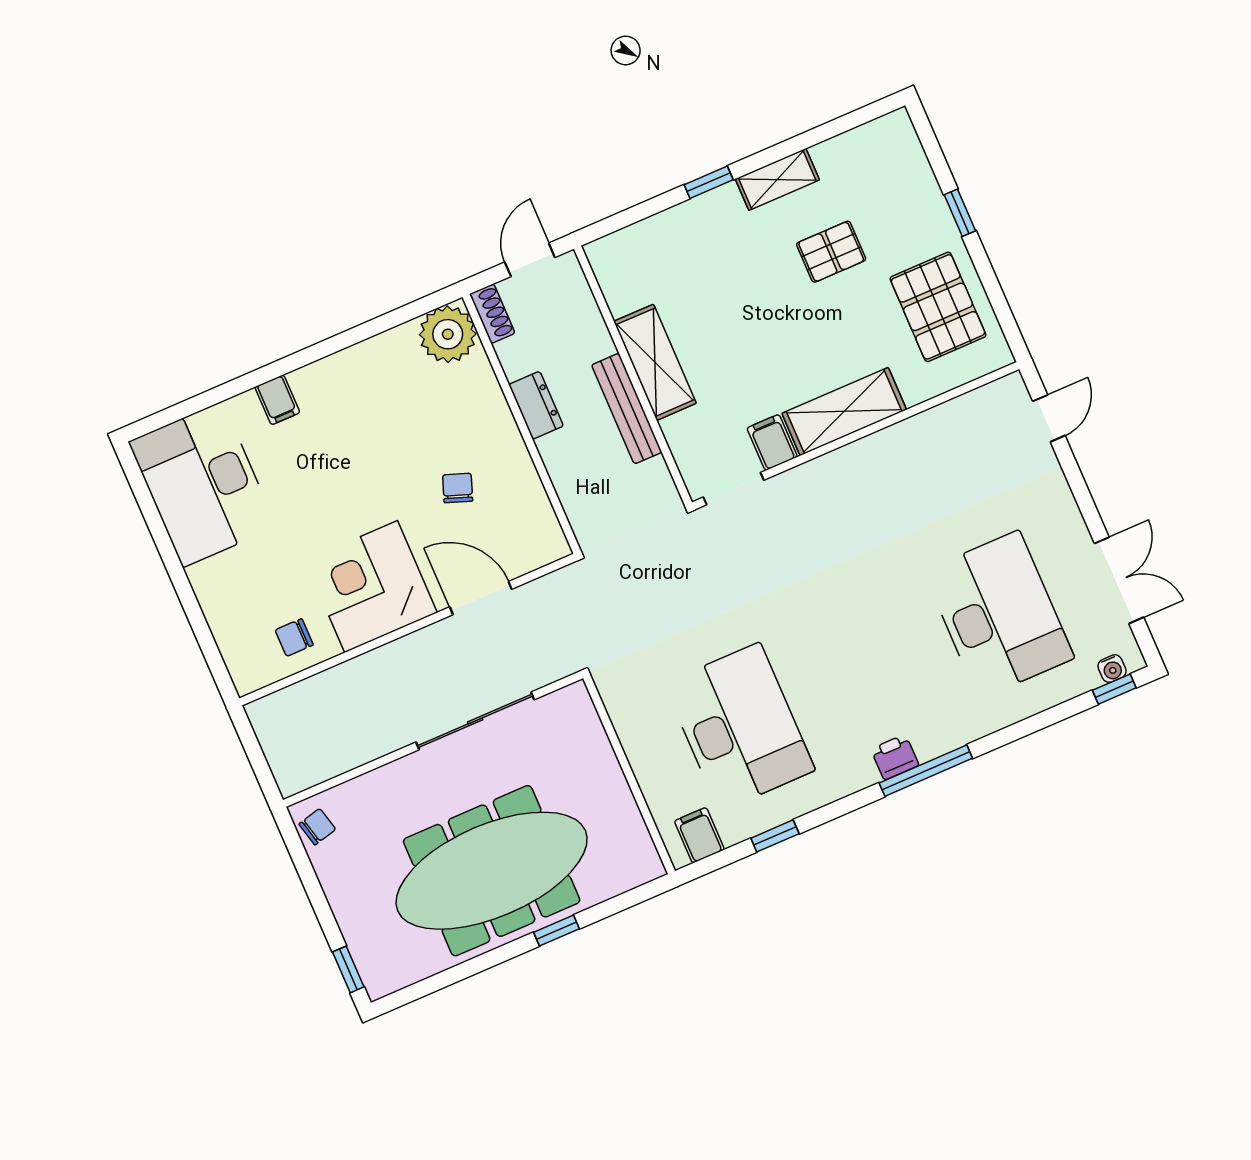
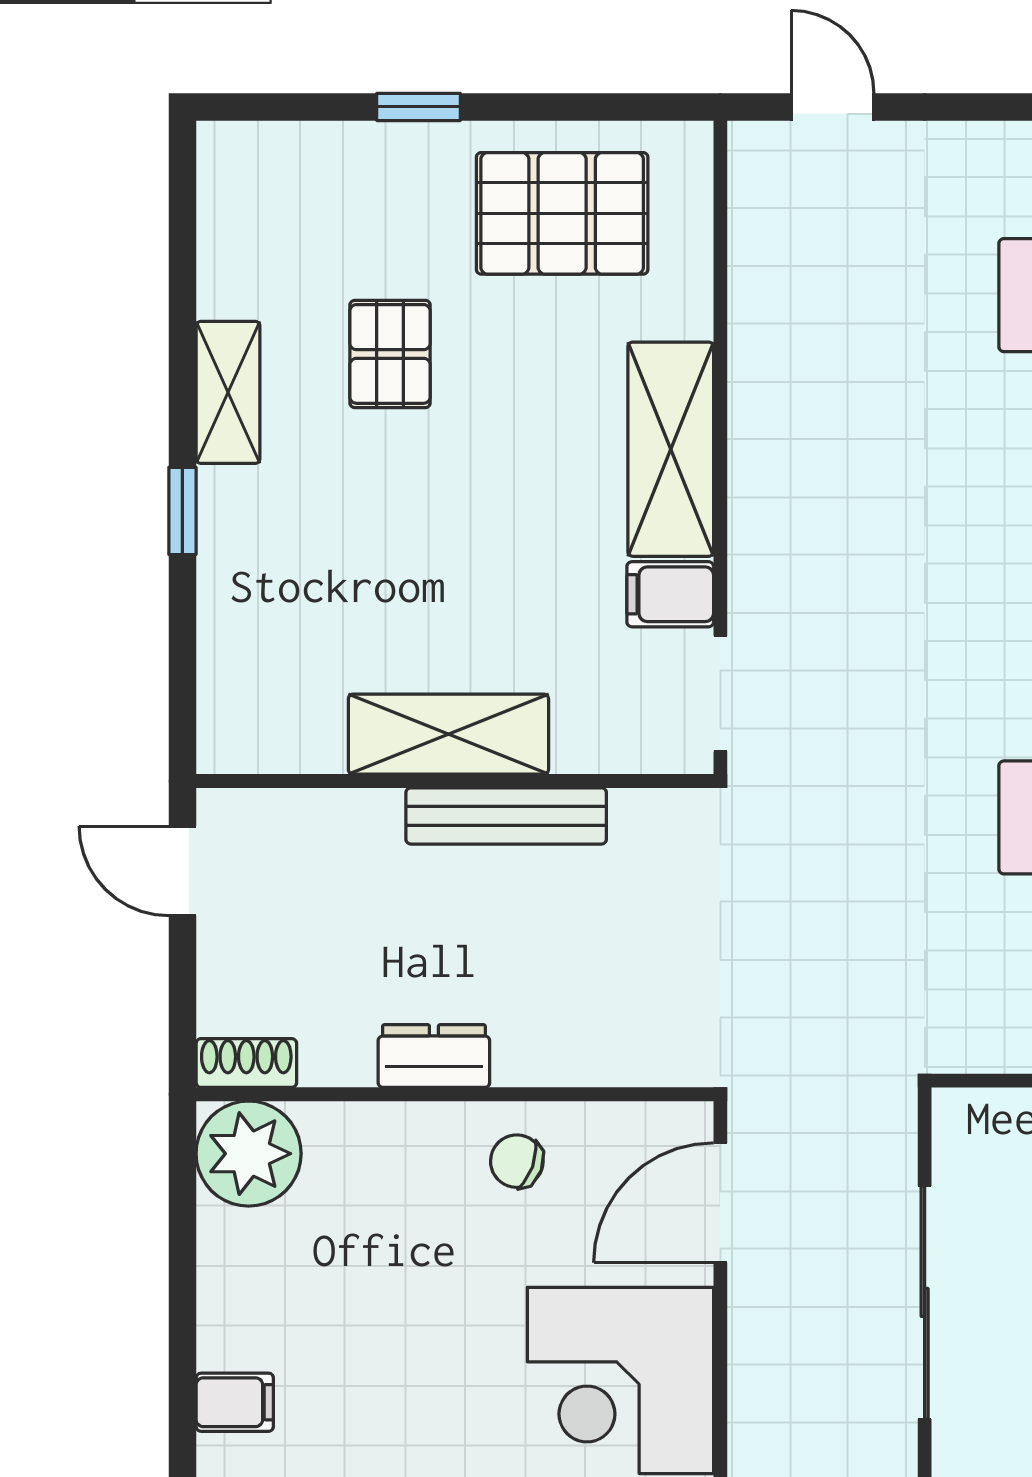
shoe rack: (492, 314) -> (246, 1063), moved
plant: (448, 334) -> (249, 1154), moved
dresser: (536, 405) -> (434, 1056), moved
wall: (522, 424) -> (455, 1094), moved

